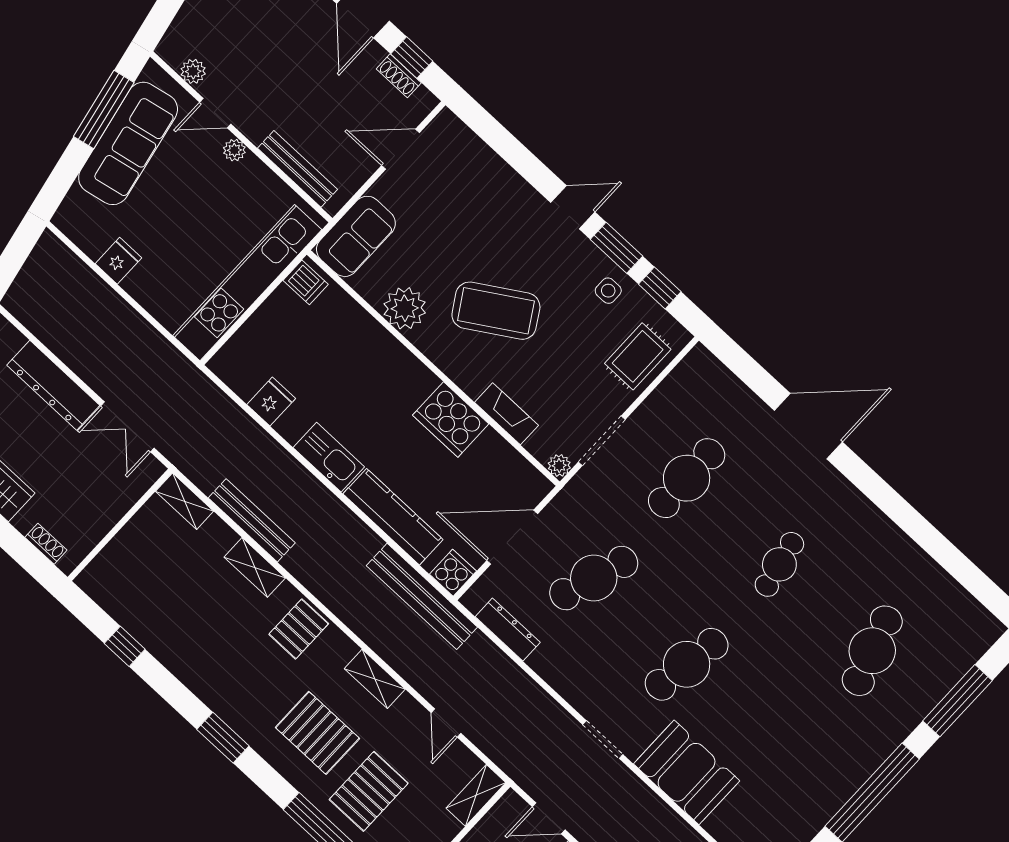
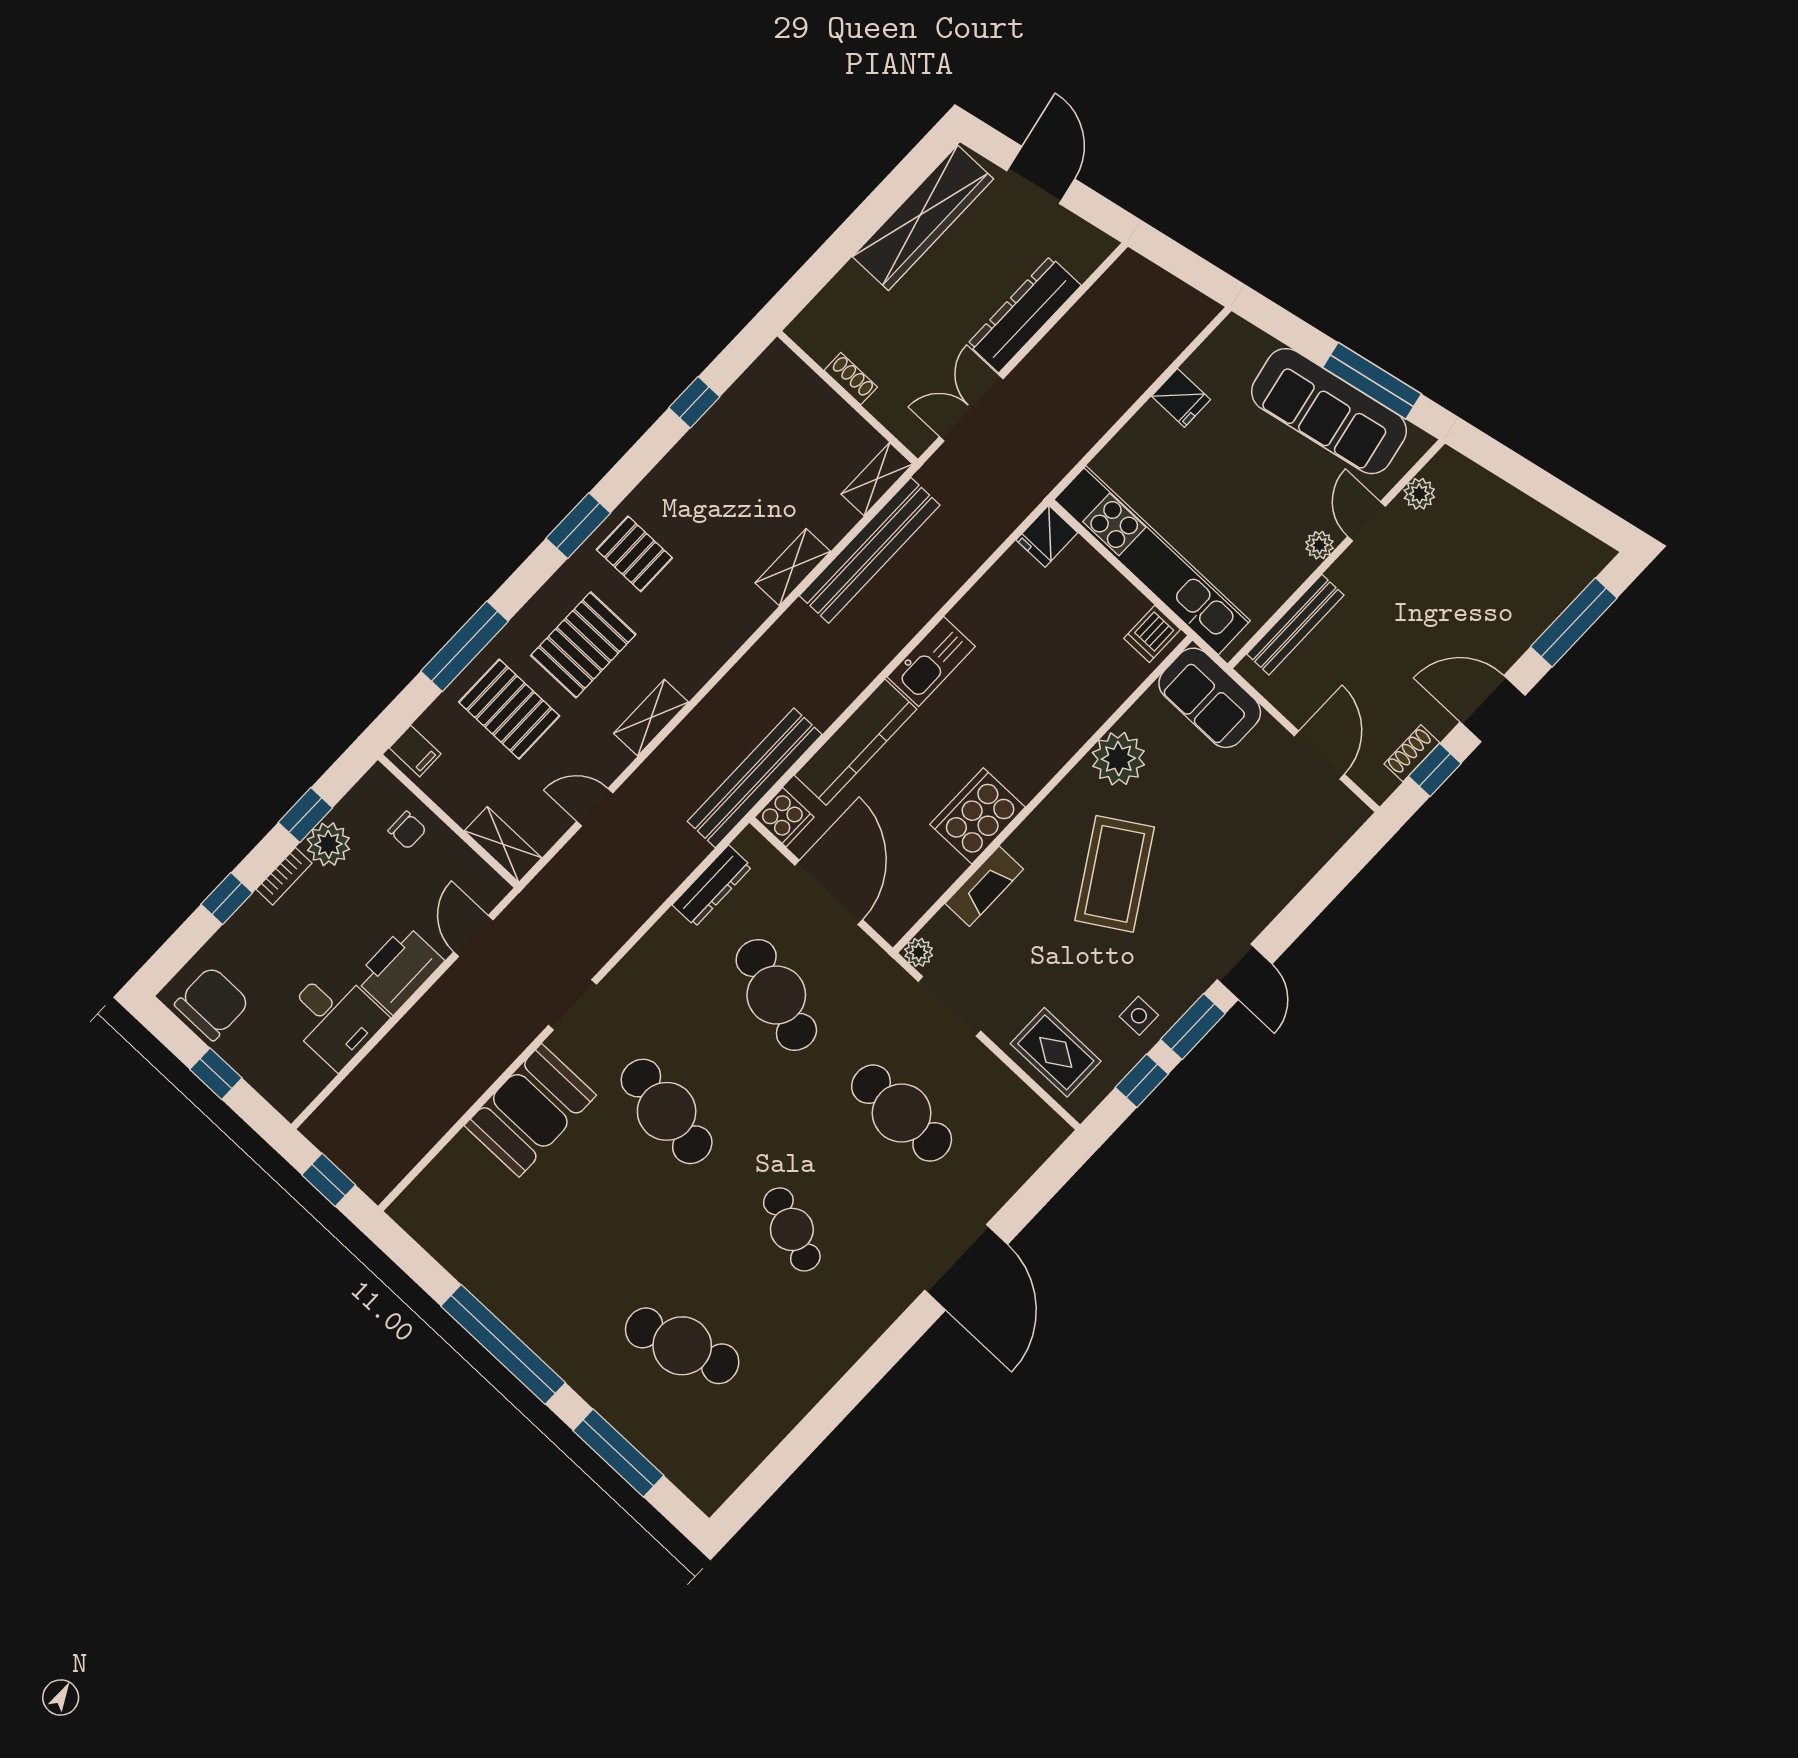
fridge: (271, 401) -> (1047, 536), moved, turned 90
bench: (252, 520) -> (870, 550), width x1.37, depth x1.21
shoe rack: (46, 544) -> (851, 379), moved, turned -90
cafe table: (779, 564) -> (792, 1229), turned 33
pallet: (299, 629) -> (634, 554), moved

